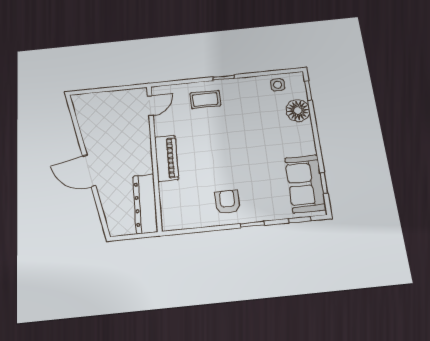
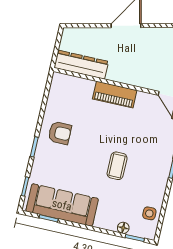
coffee table: (205, 99) -> (117, 166), moved
floor lamp: (298, 110) -> (123, 228), width x0.53, depth x0.53
sofa: (305, 184) -> (62, 205), width x1.36

